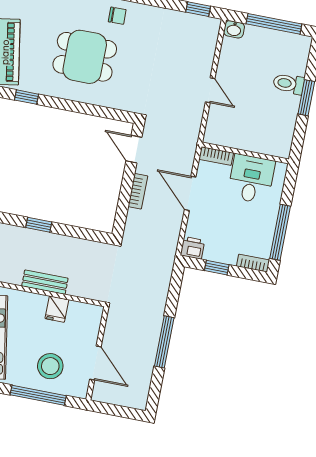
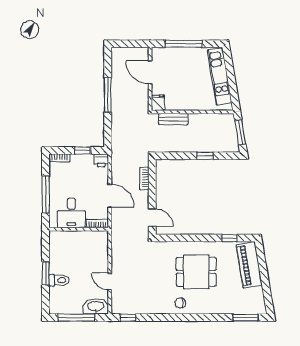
washbasin: (234, 29) -> (96, 307), width x1.91, depth x1.45
door: (210, 90) -> (110, 281), moved
bookcase: (138, 191) -> (144, 179), moved
window: (280, 232) -> (46, 194), moved
bench: (45, 282) -> (173, 119), moved
fridge: (57, 309) -> (158, 103), moved
stool: (50, 366) -> (179, 65), removed

